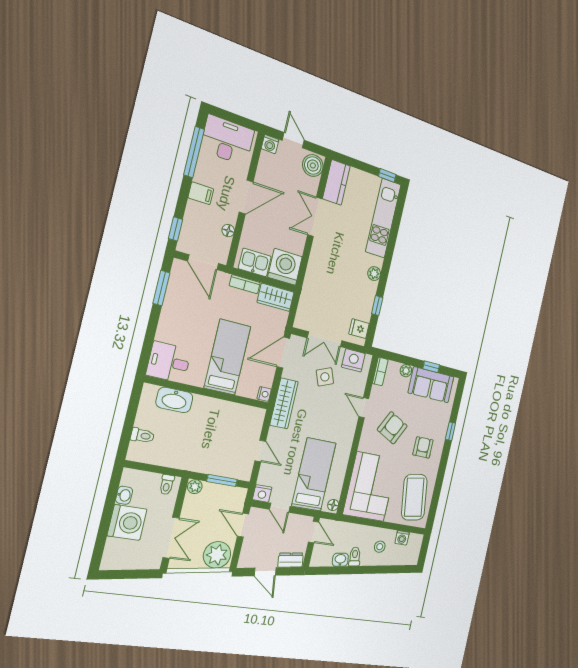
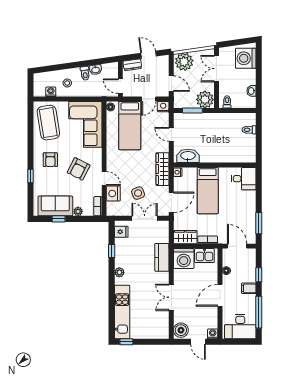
kitchen counter: (336, 182) -> (162, 257), moved
double door: (315, 217) -> (171, 297), swing flipped
window: (176, 229) -> (259, 275), moved
nightstand: (353, 360) -> (113, 194), moved, turned 90
washbasin: (174, 400) -> (188, 156), moved
plant: (195, 487) -> (205, 100), width x1.88, depth x1.88
door: (280, 508) -> (149, 99), swing flipped
washing machine: (127, 522) -> (246, 58), moved

